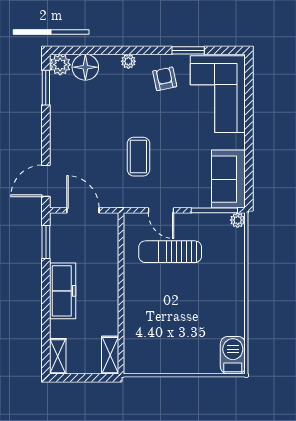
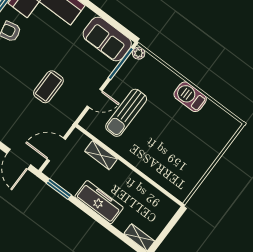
coffee table: (138, 157) -> (48, 87), turned 90
shelving: (110, 355) -> (101, 155), moved
barbecue: (233, 355) -> (190, 97), moved

